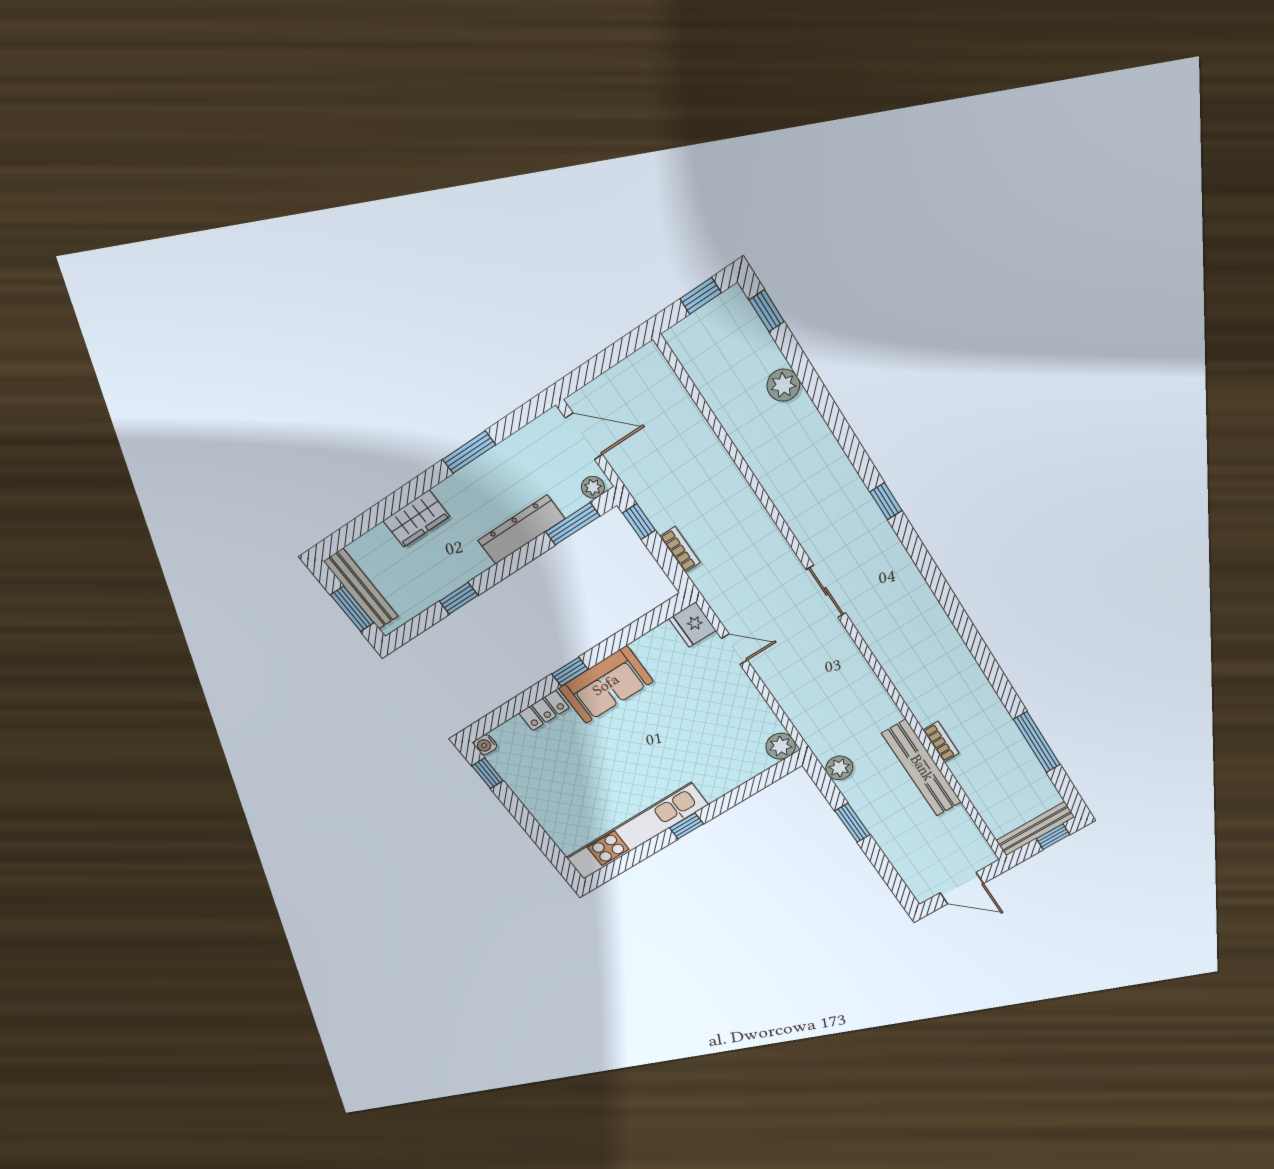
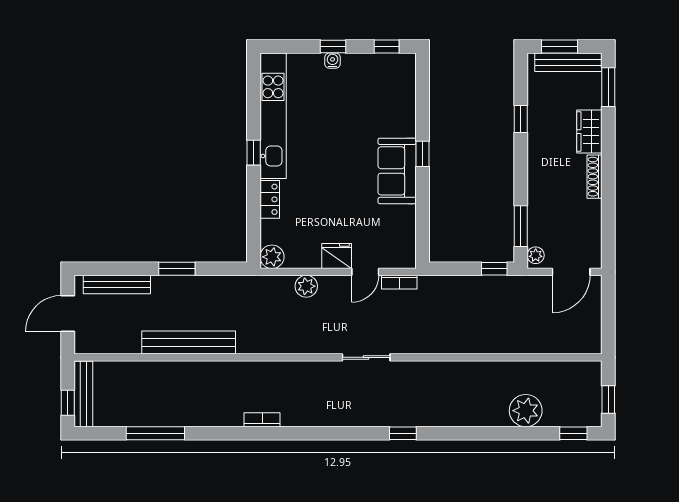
plant: (783, 385) -> (526, 411), width x1.36, depth x1.36
window: (469, 452) -> (608, 87), moved
shoe rack: (461, 481) -> (595, 177), added
dresser: (521, 530) -> (539, 191), removed
bookcase: (680, 549) -> (399, 282), moved
fridge: (693, 625) -> (337, 256), moved
locker: (544, 710) -> (270, 199), moved, turned 180
bookcase: (941, 742) -> (262, 420), moved, turned 180
water cooler: (485, 745) -> (333, 61), moved
plant: (839, 768) -> (306, 286), moved
window: (526, 821) -> (333, 47), added
bench: (904, 864) -> (117, 285), added

